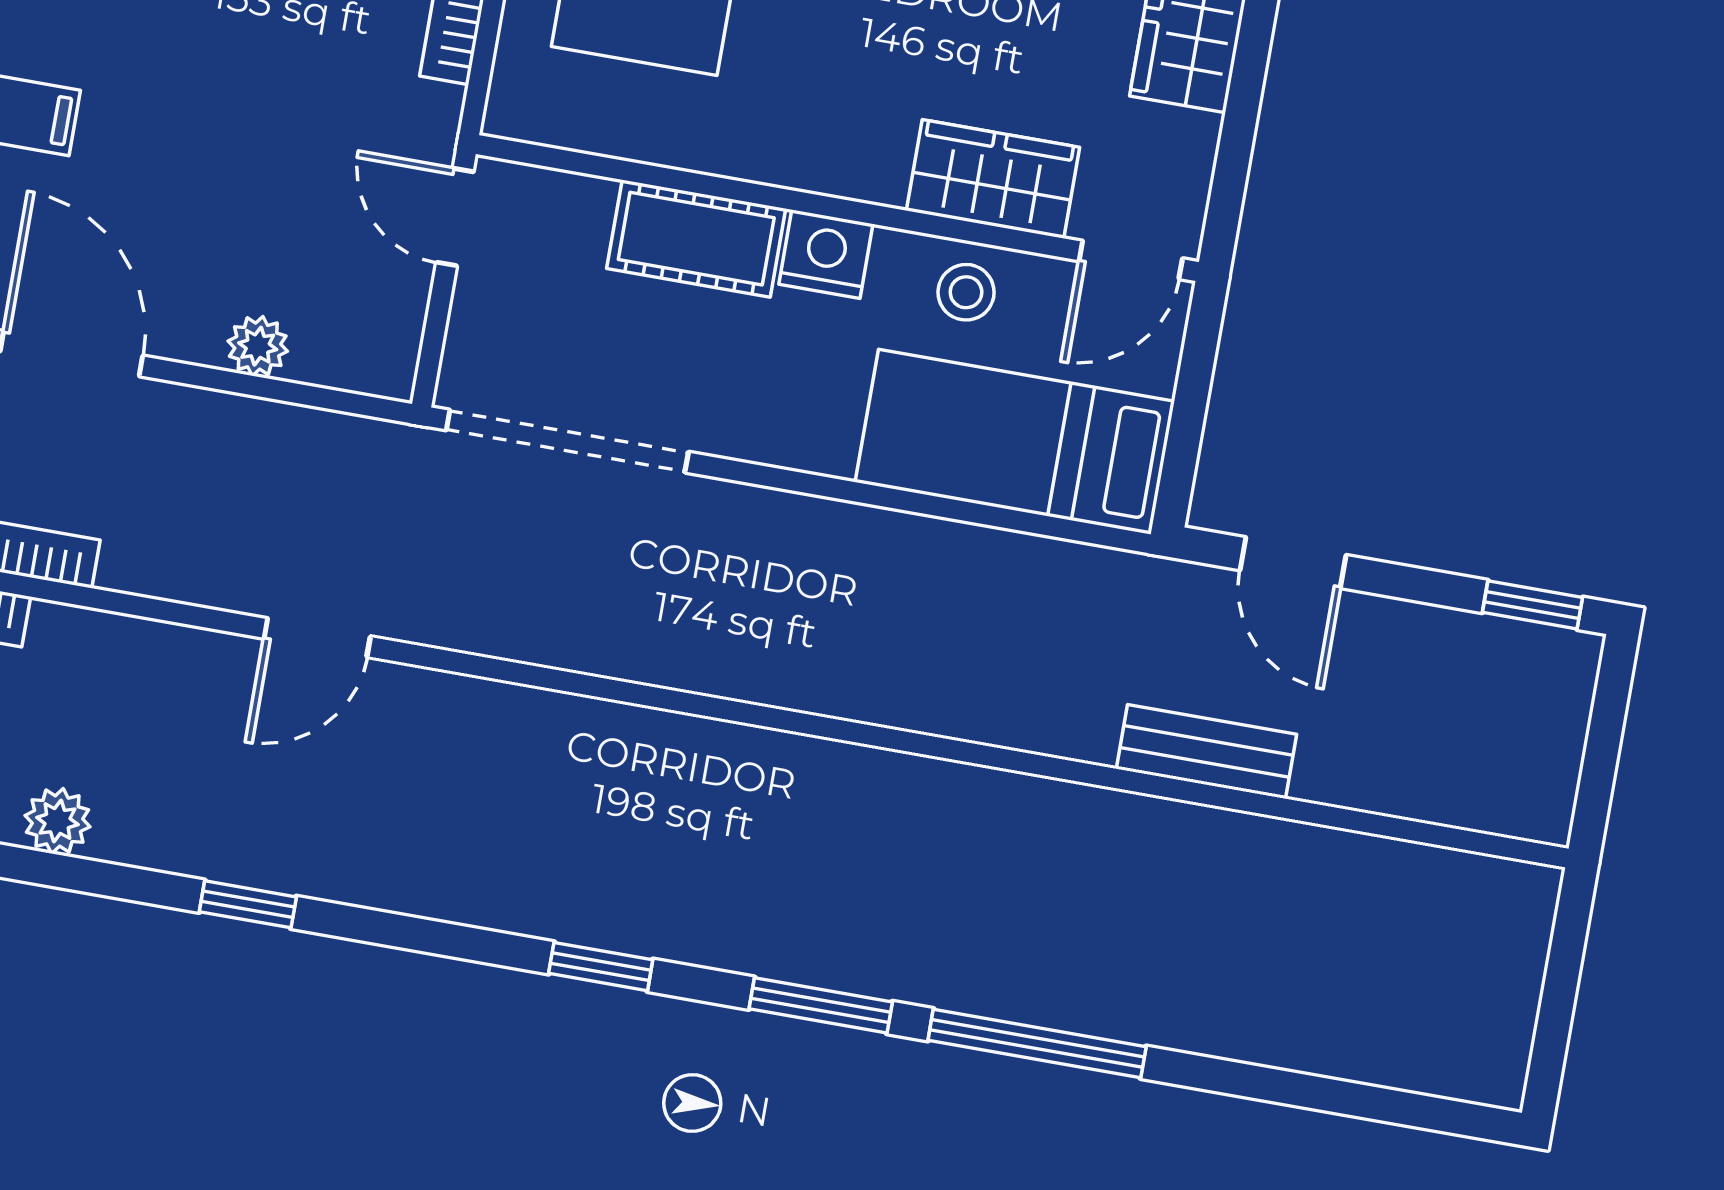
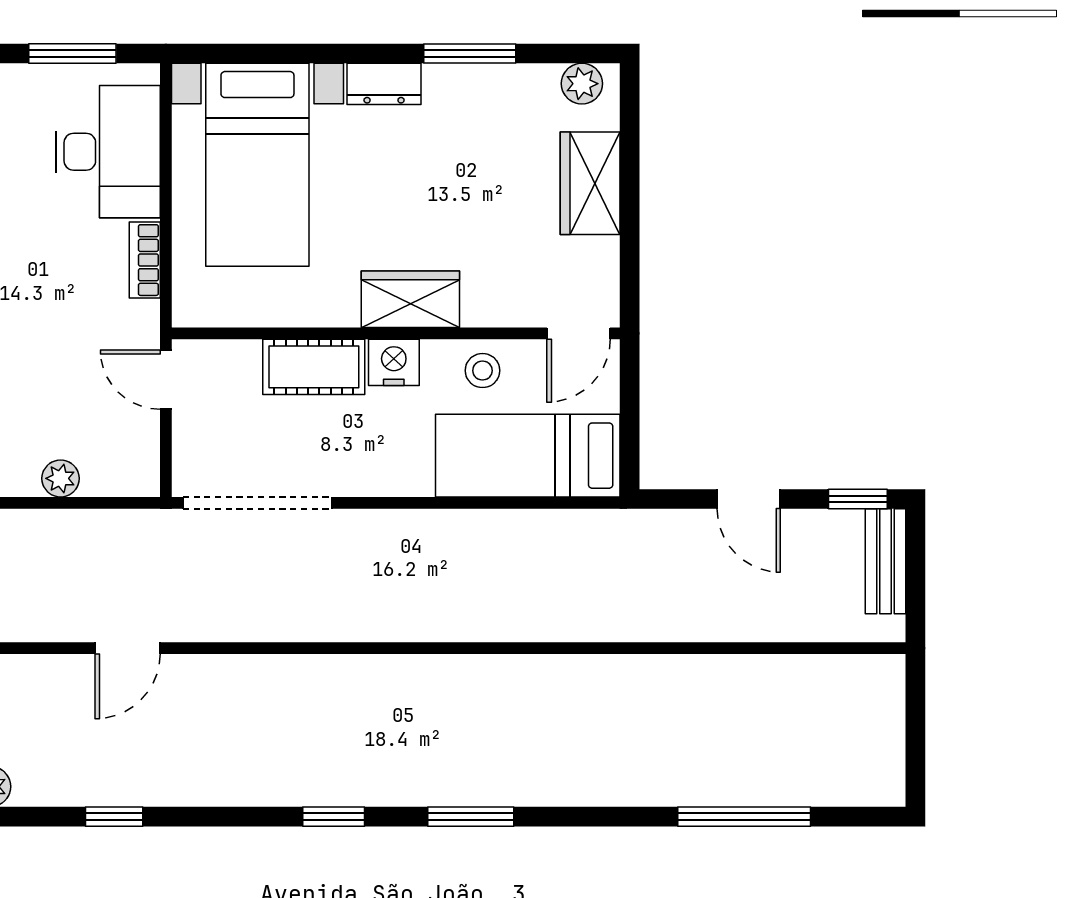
wardrobe: (993, 179) -> (410, 299), moved
door: (1293, 563) -> (749, 499), moved
bench: (1207, 751) -> (886, 561), moved, turned 90
window: (1037, 1043) -> (744, 817), moved

